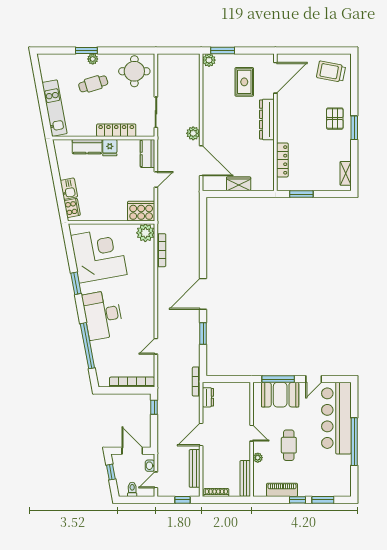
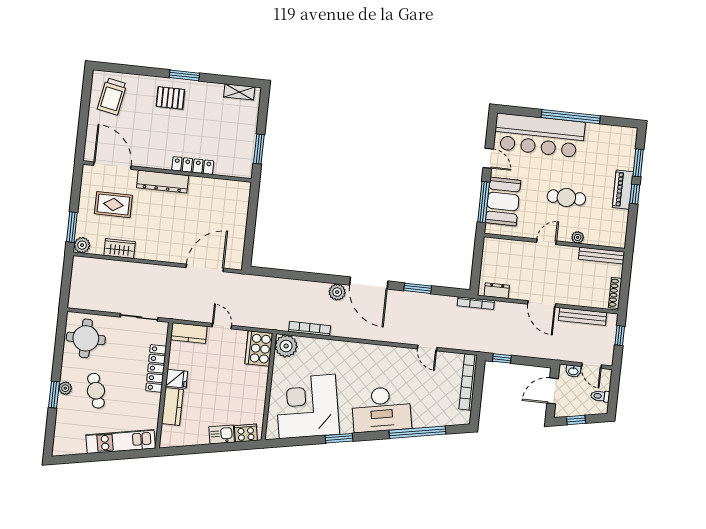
plant: (193, 133) -> (337, 292), moved
locker: (282, 160) -> (193, 166), moved
wardrobe: (239, 184) -> (120, 249), moved, turned 90
piano: (282, 490) -> (623, 190), moved

